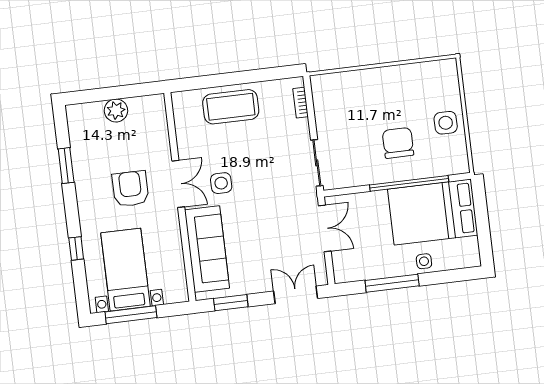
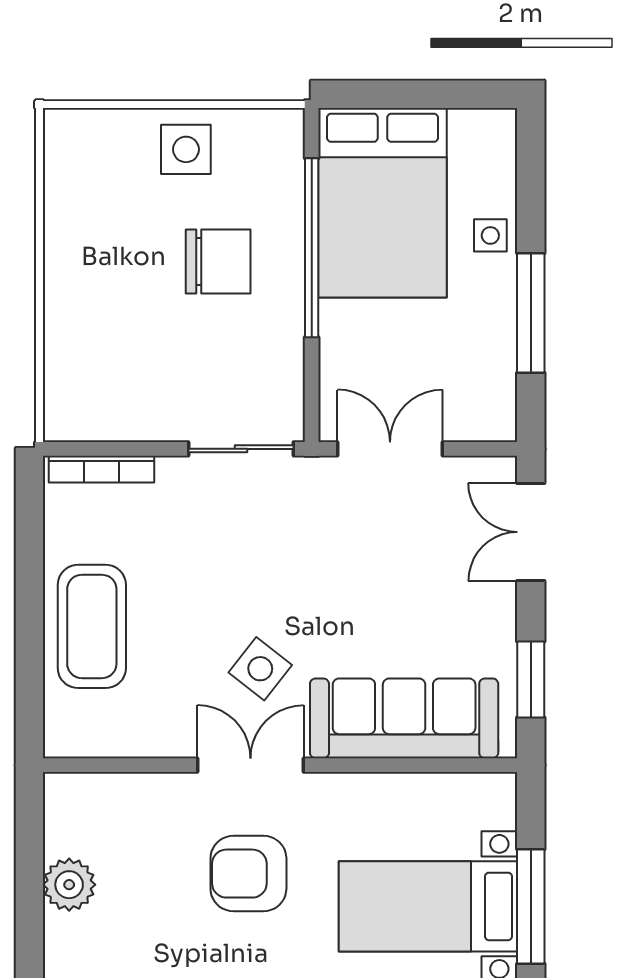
bookcase: (300, 103) -> (102, 469), width x1.56
chair: (398, 143) -> (218, 262), turned 180
side table: (221, 183) -> (260, 669), turned 38

